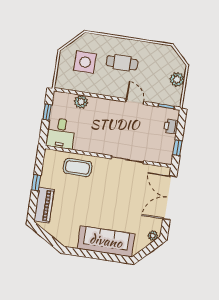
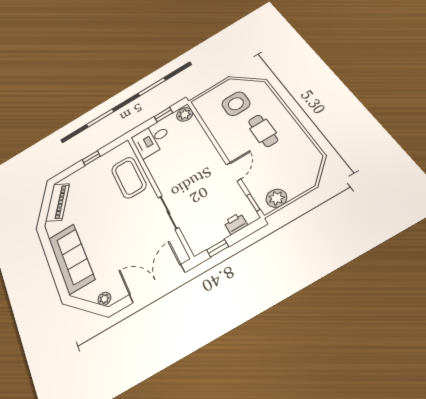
plant: (177, 80) -> (276, 198), moved
plant: (81, 102) -> (185, 114), moved
coffee table: (78, 167) -> (129, 177), width x1.36, depth x1.32
piano: (44, 205) -> (58, 202), moved, turned -59

